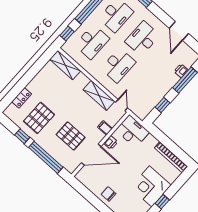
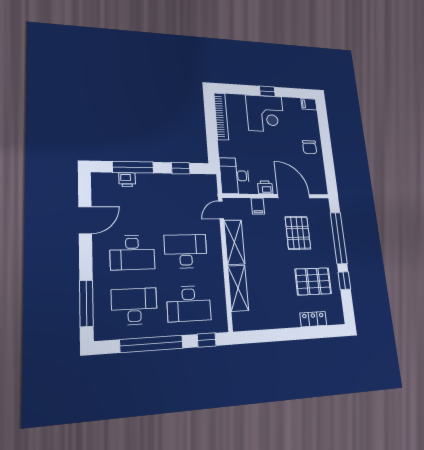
desk: (92, 42) -> (189, 304), turned 180
shelving: (65, 65) -> (238, 288), moved

